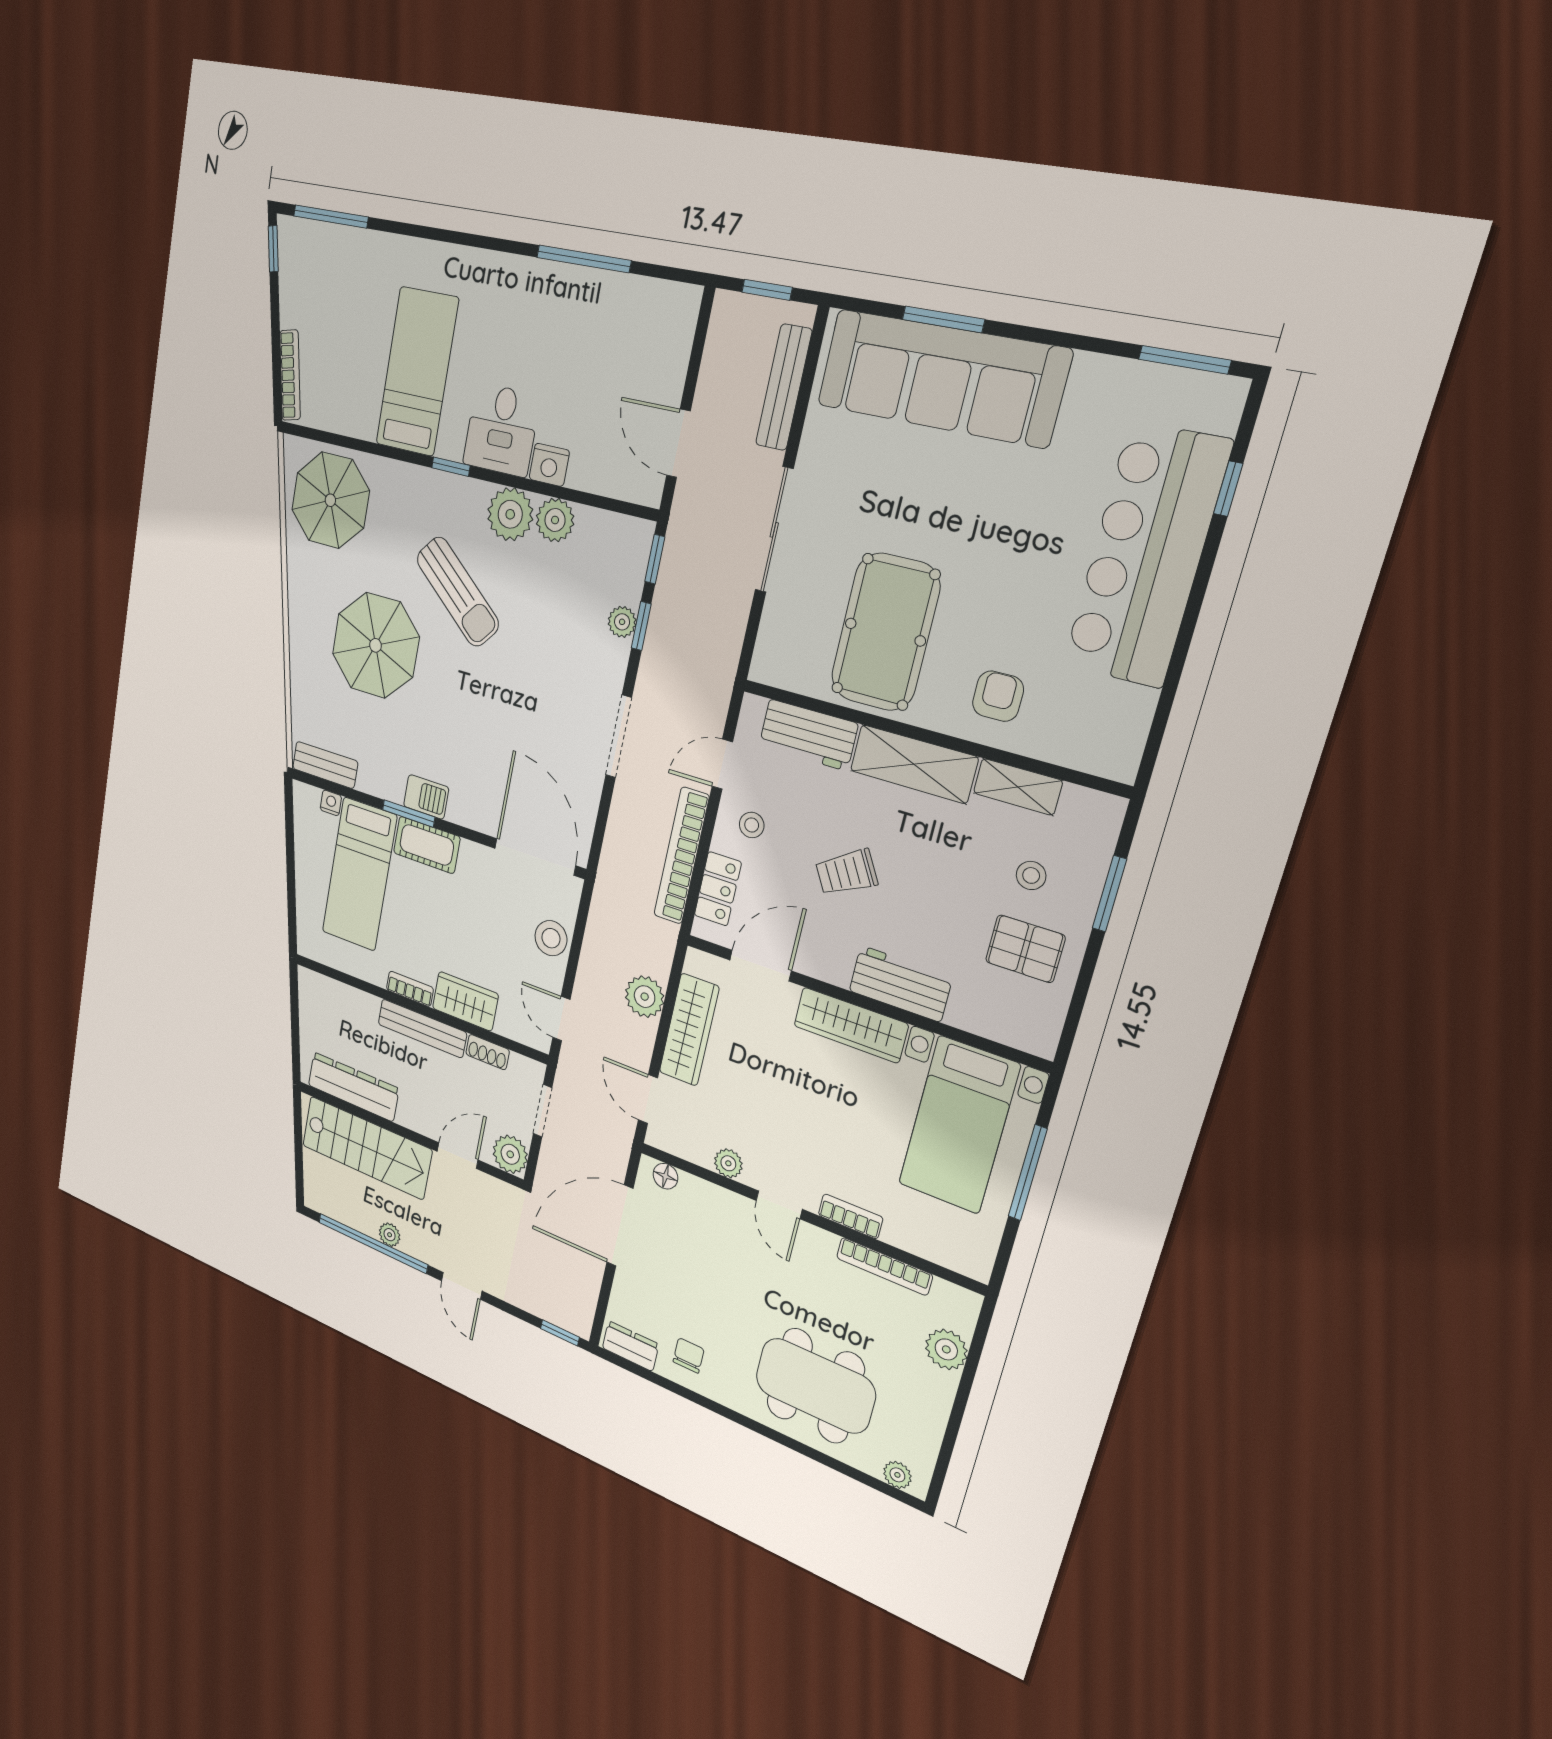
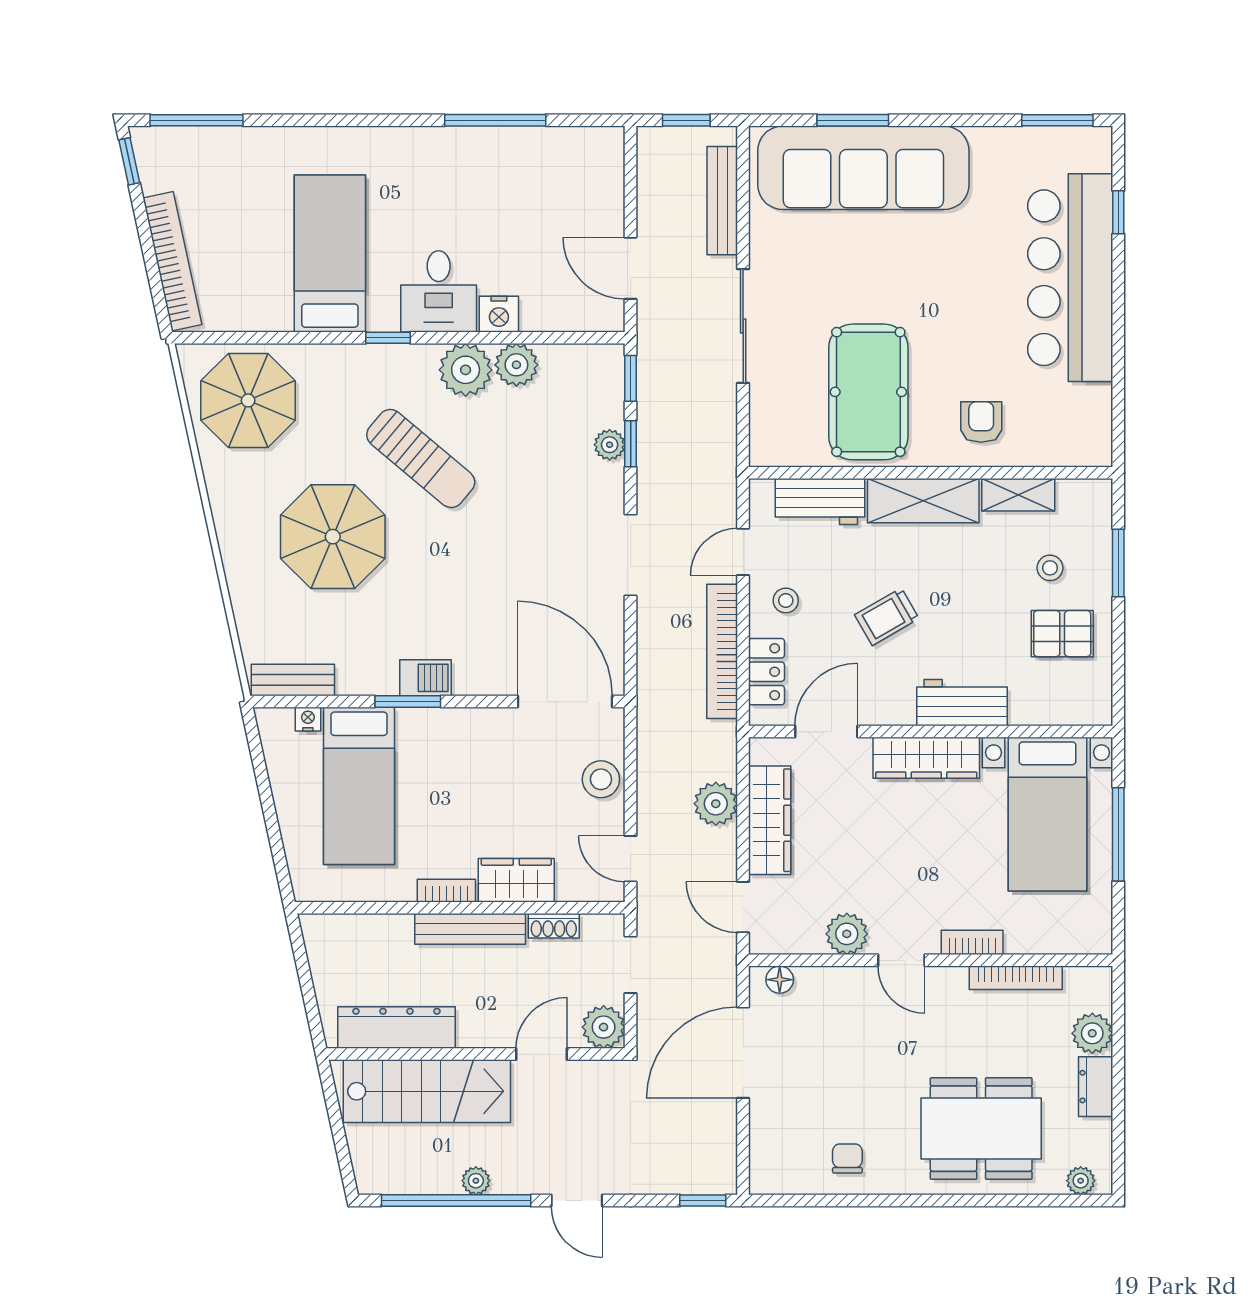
bookcase: (290, 375) -> (172, 261), width x1.48, depth x1.31
cot: (427, 845) -> (436, 728), removed
plant: (728, 1163) -> (847, 934), width x1.38, depth x1.38
dresser: (630, 1346) -> (1096, 1087), moved, turned -90

